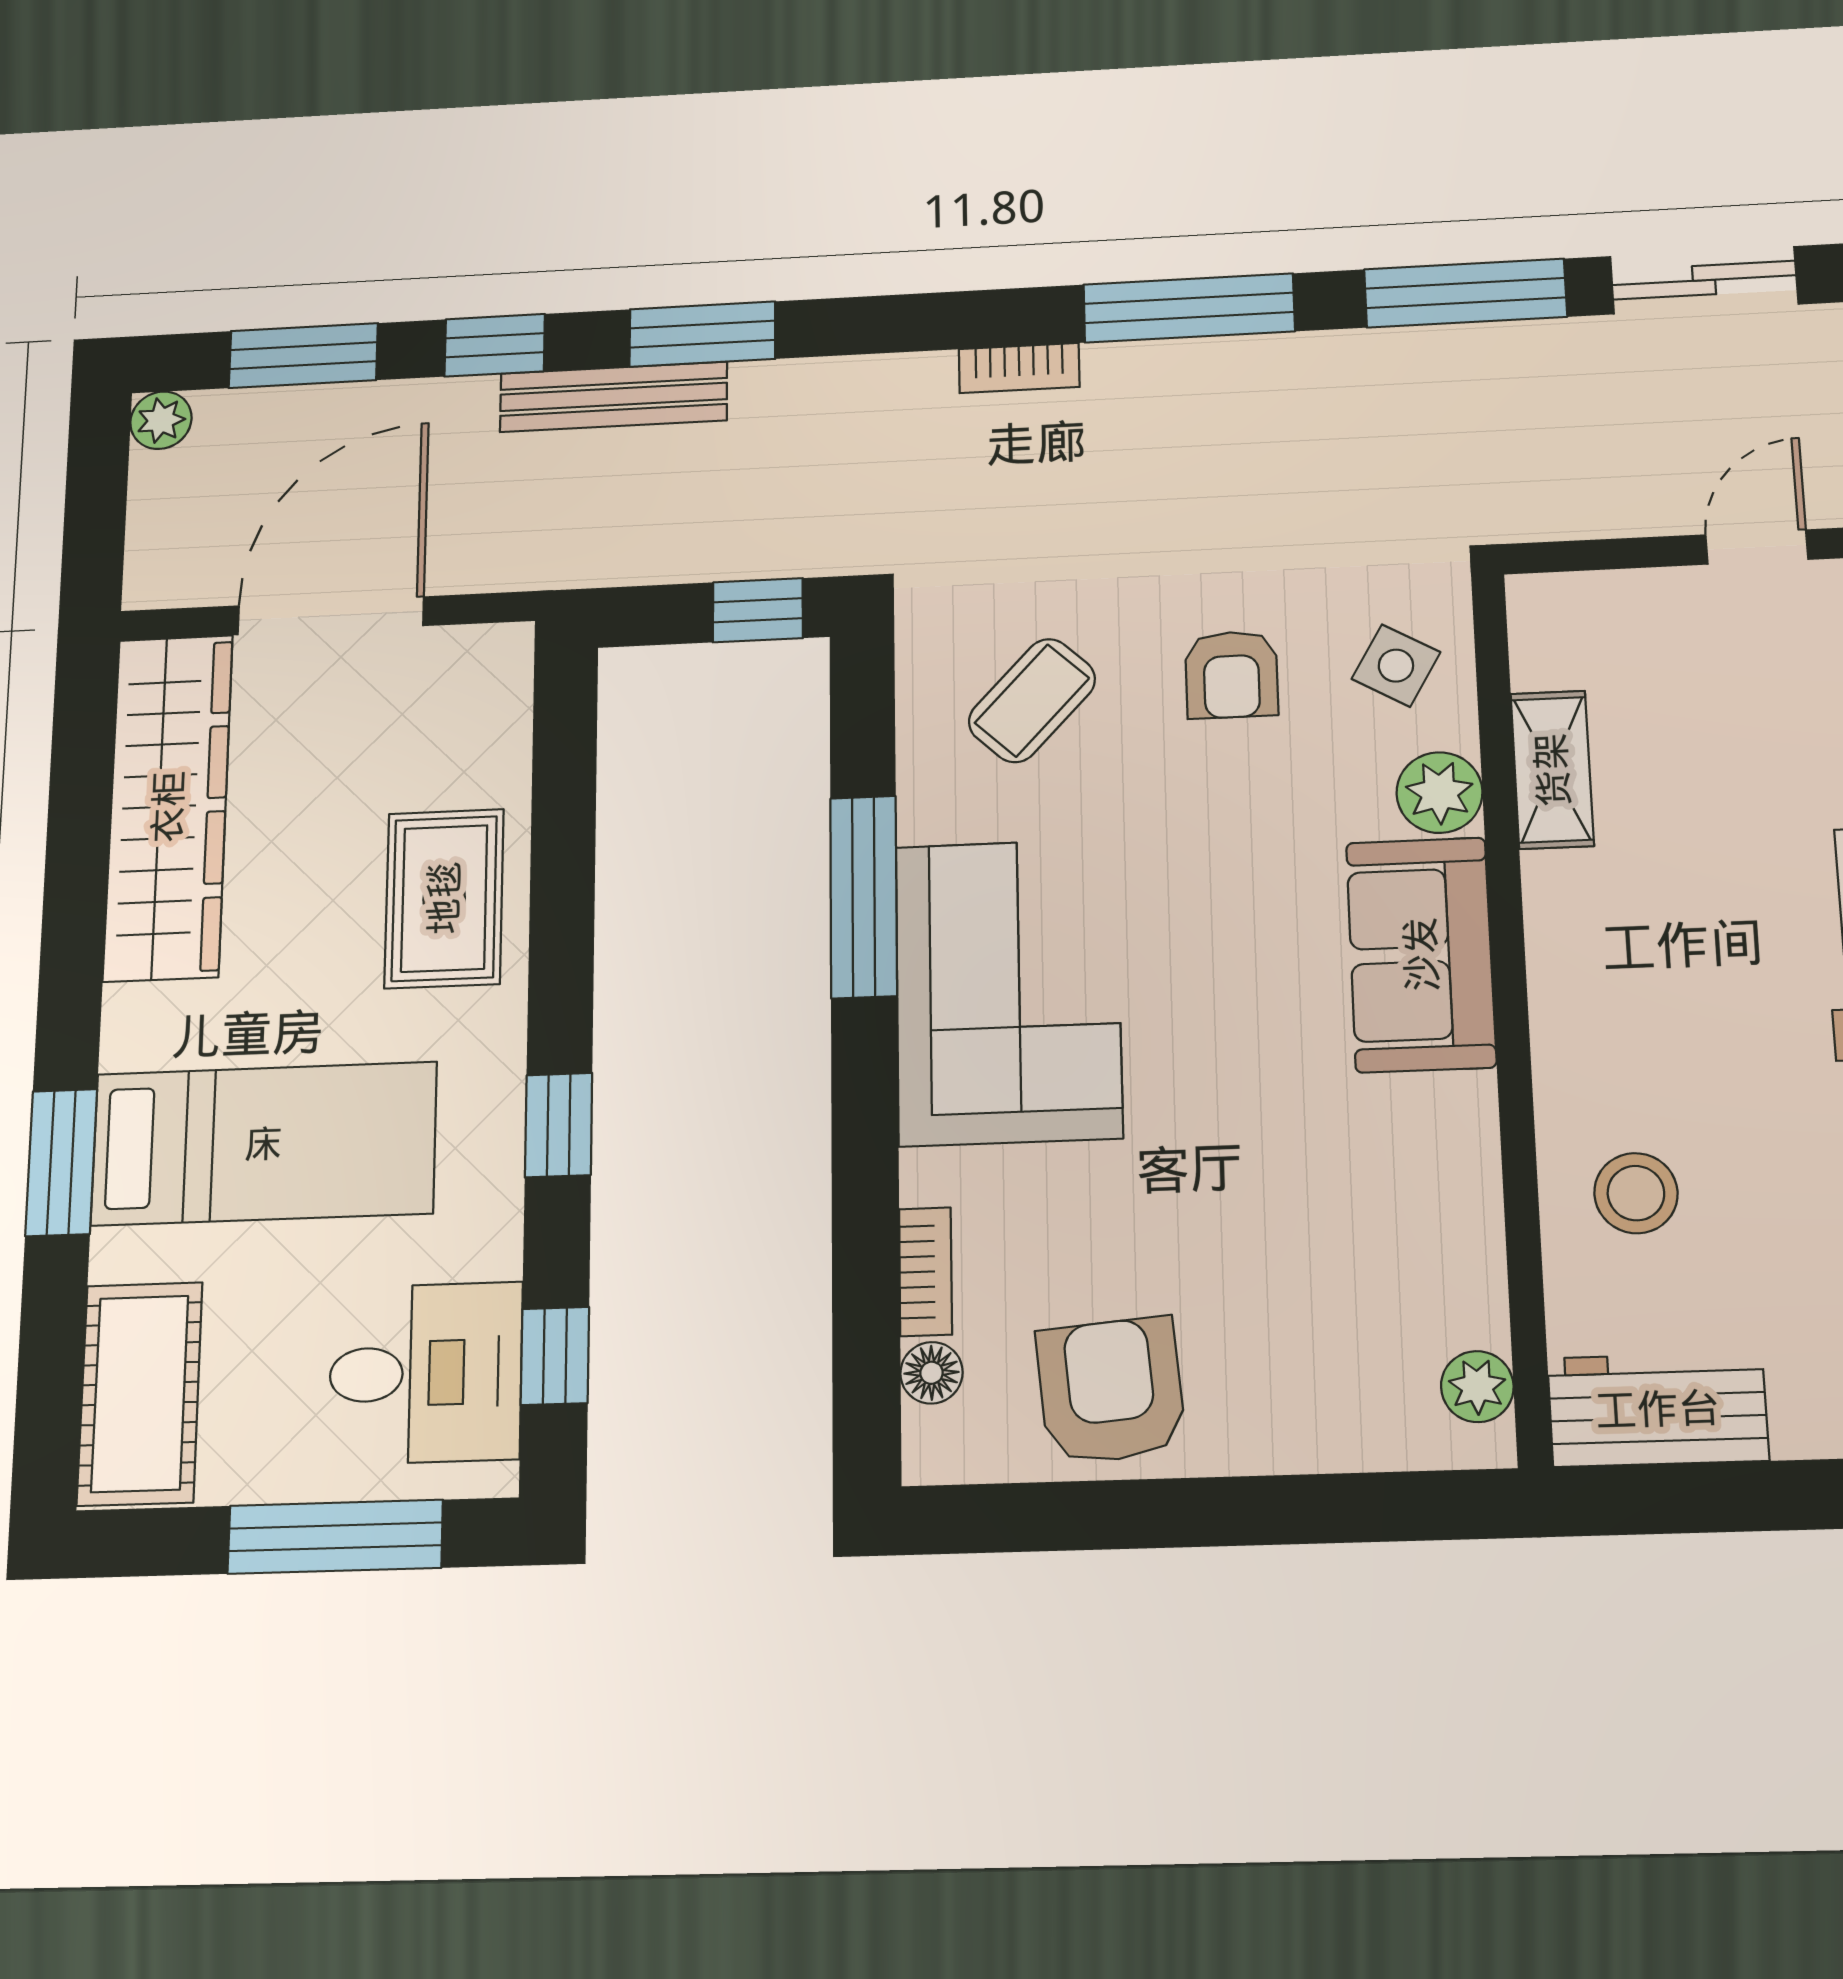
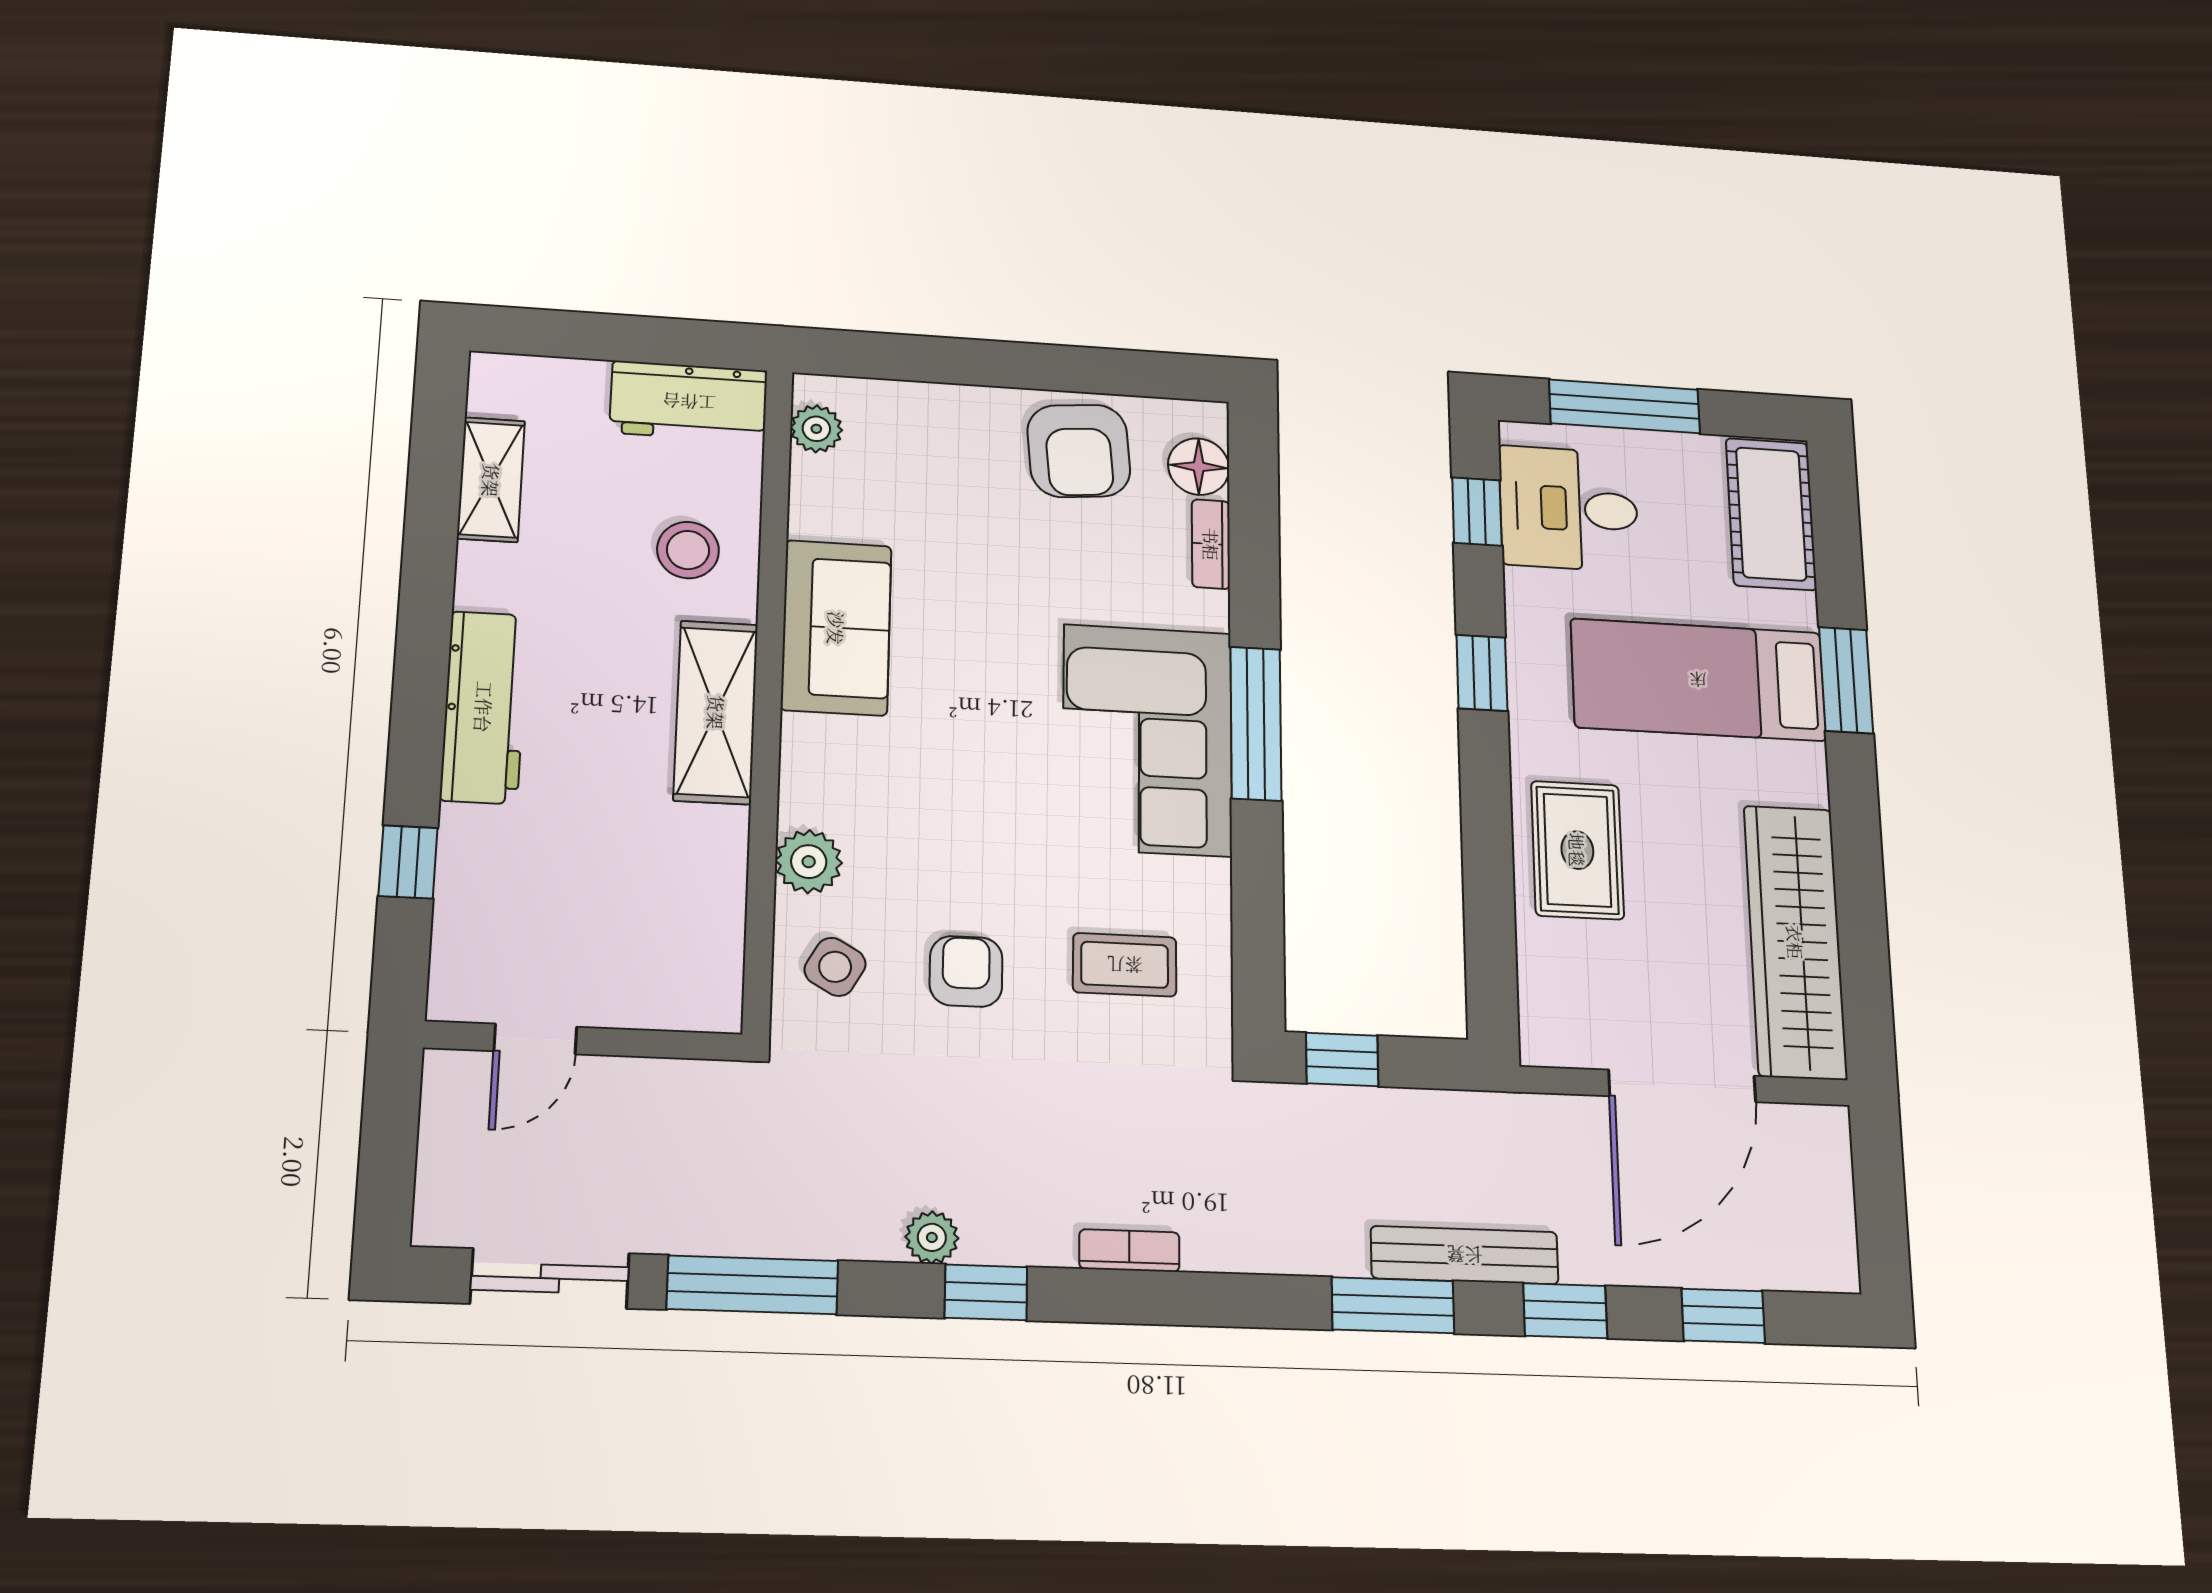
window: (1189, 308) -> (986, 1292), width x0.46
window: (303, 356) -> (1723, 1316), width x0.67
plant: (161, 420) -> (932, 1237), moved
coffee table: (1032, 701) -> (1125, 965), turned 47
shelving: (1552, 770) -> (716, 712), moved, width x1.50, depth x1.33
window: (864, 897) -> (1256, 724), moved
sofa: (1421, 954) -> (836, 628), moved
floor lamp: (932, 1373) -> (1199, 467), width x1.37, depth x1.37

